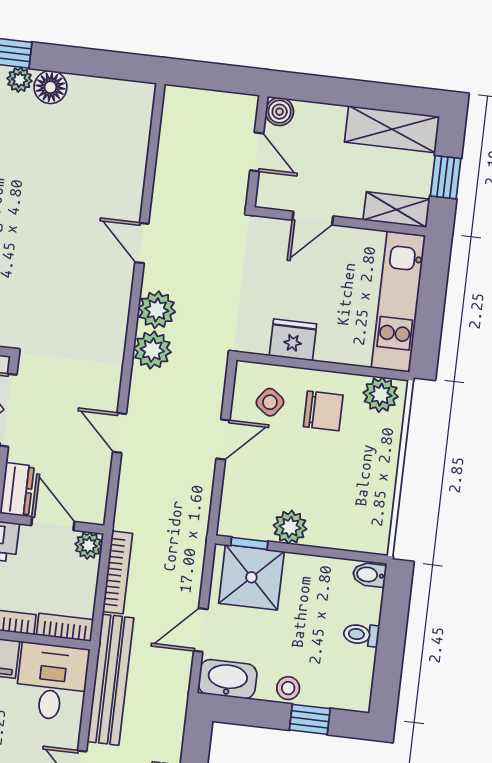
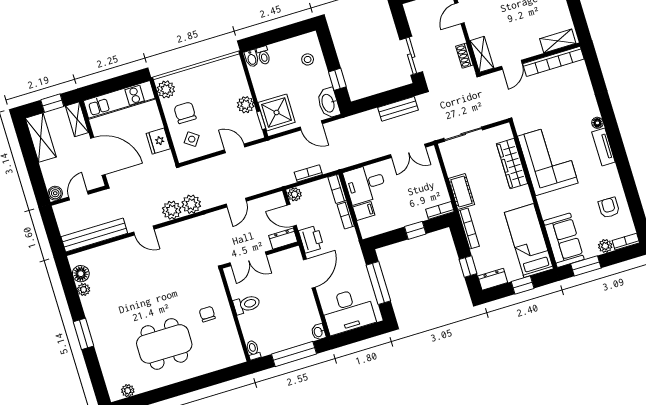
plant: (19, 80) -> (84, 290), moved
floor lamp: (50, 87) -> (81, 274), moved
door: (313, 218) -> (98, 156), width x1.87
door: (142, 243) -> (144, 231), hinge flipped
door: (223, 439) -> (235, 148), moved
door: (53, 524) -> (292, 215), hinge flipped
bookcase: (117, 572) -> (308, 173), width x0.64
toilet: (361, 635) -> (264, 55), moved
bench: (110, 680) -> (94, 235), moved
stool: (288, 688) -> (308, 59), moved
window: (310, 719) -> (337, 79), moved

